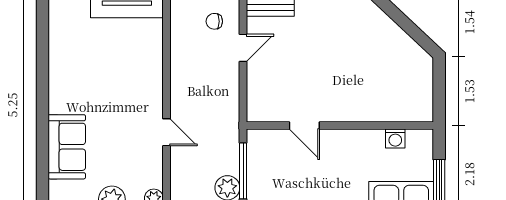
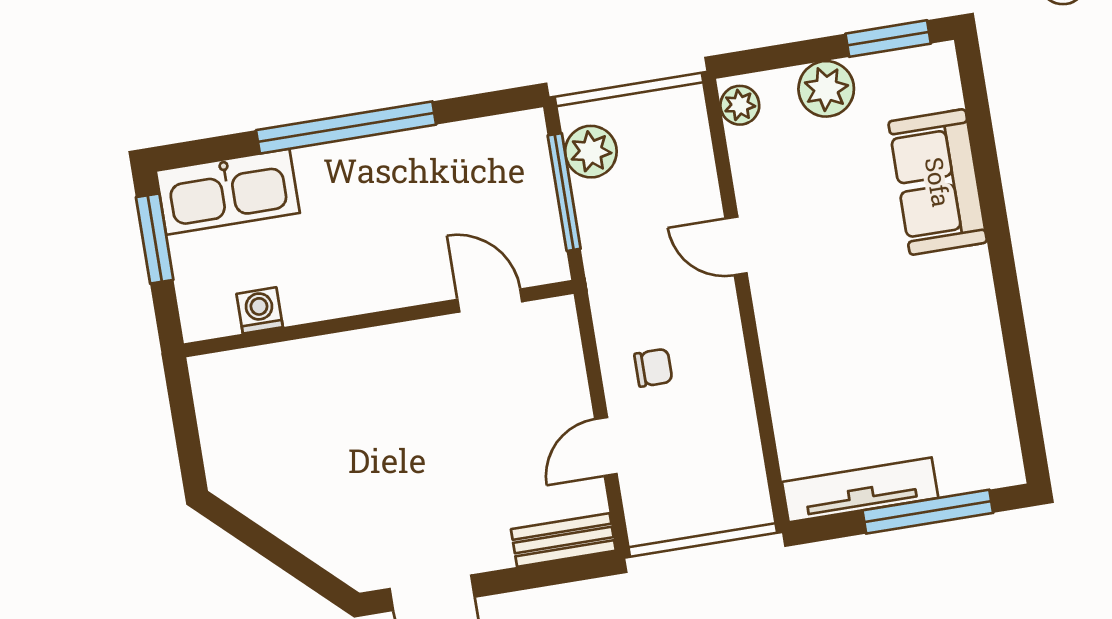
chair: (214, 21) -> (653, 368), moved
door: (304, 126) -> (490, 300), moved

